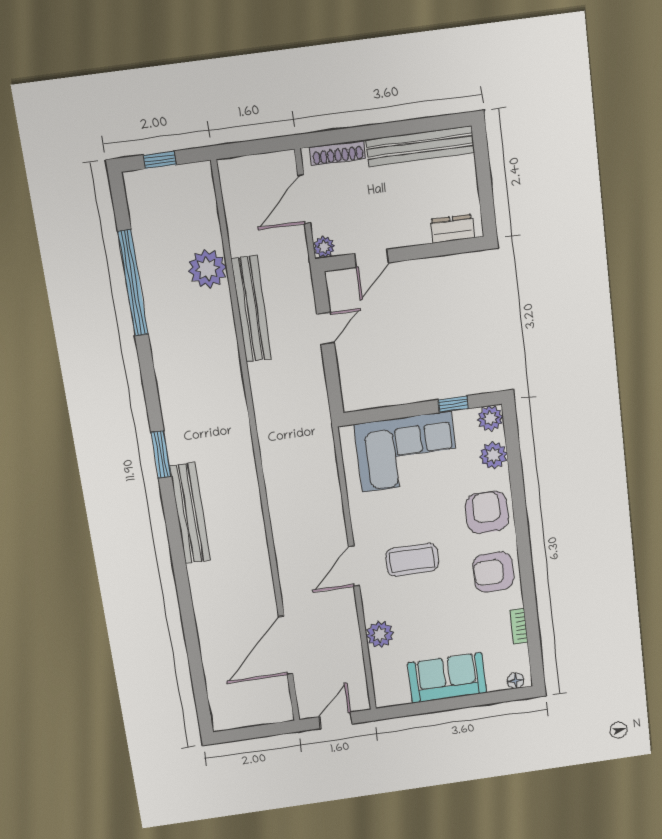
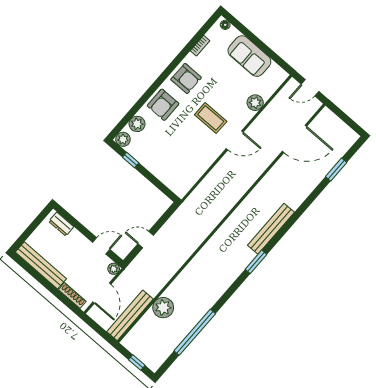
door: (304, 199) -> (102, 293), hinge flipped
bench: (251, 309) -> (130, 315), moved
corner sofa: (407, 452) -> (167, 162), removed
window: (196, 665) -> (336, 170), added

